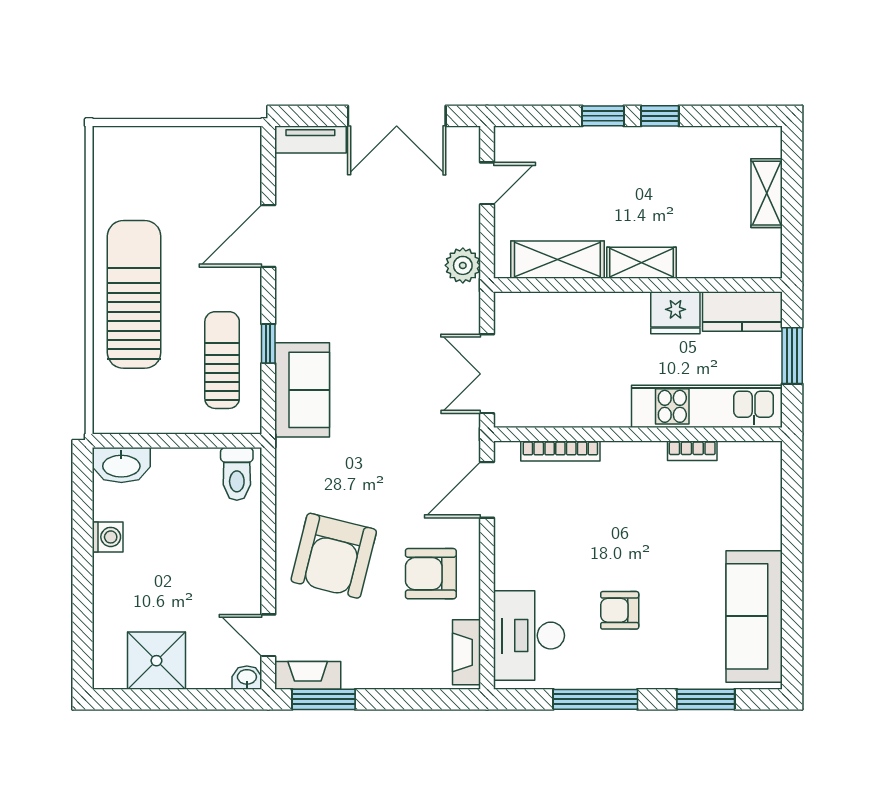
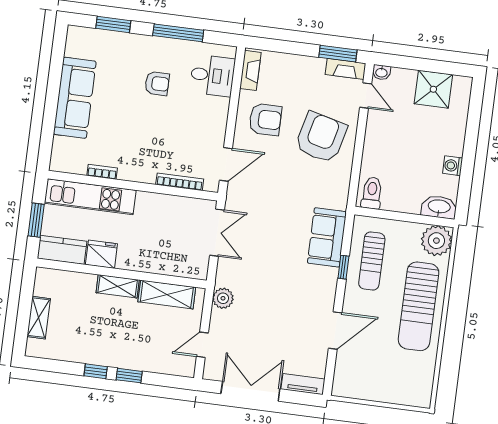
plant: (118, 408) -> (436, 241), added
sofa: (754, 616) -> (75, 98), moved
desk: (529, 636) -> (212, 76), width x0.73

